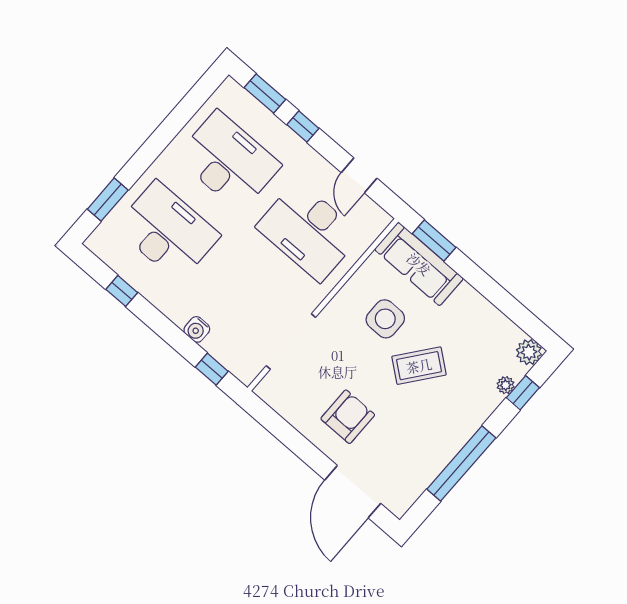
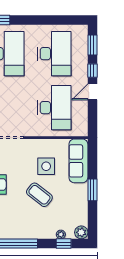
door: (359, 175) -> (92, 92), moved
desk: (309, 231) -> (54, 108), turned 180
window: (434, 241) -> (92, 190), moved

